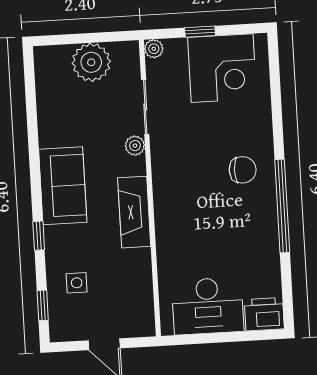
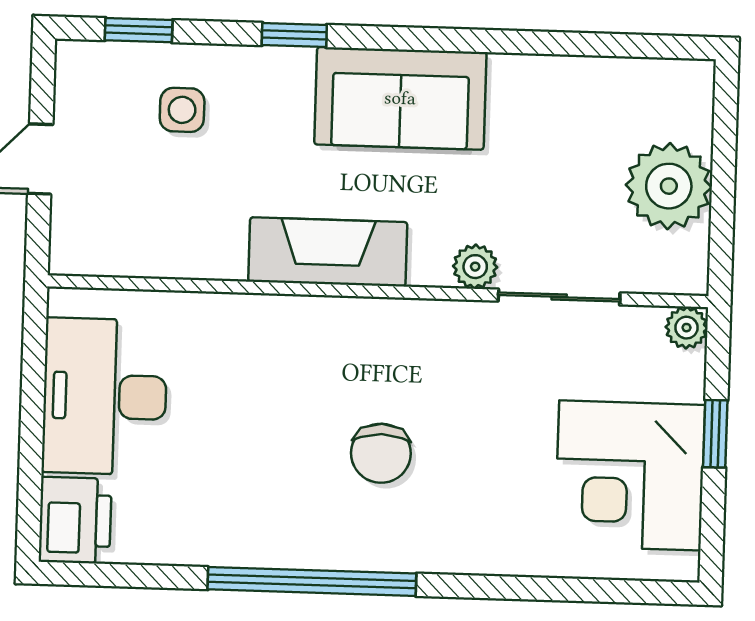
chair: (243, 170) -> (381, 453), moved

